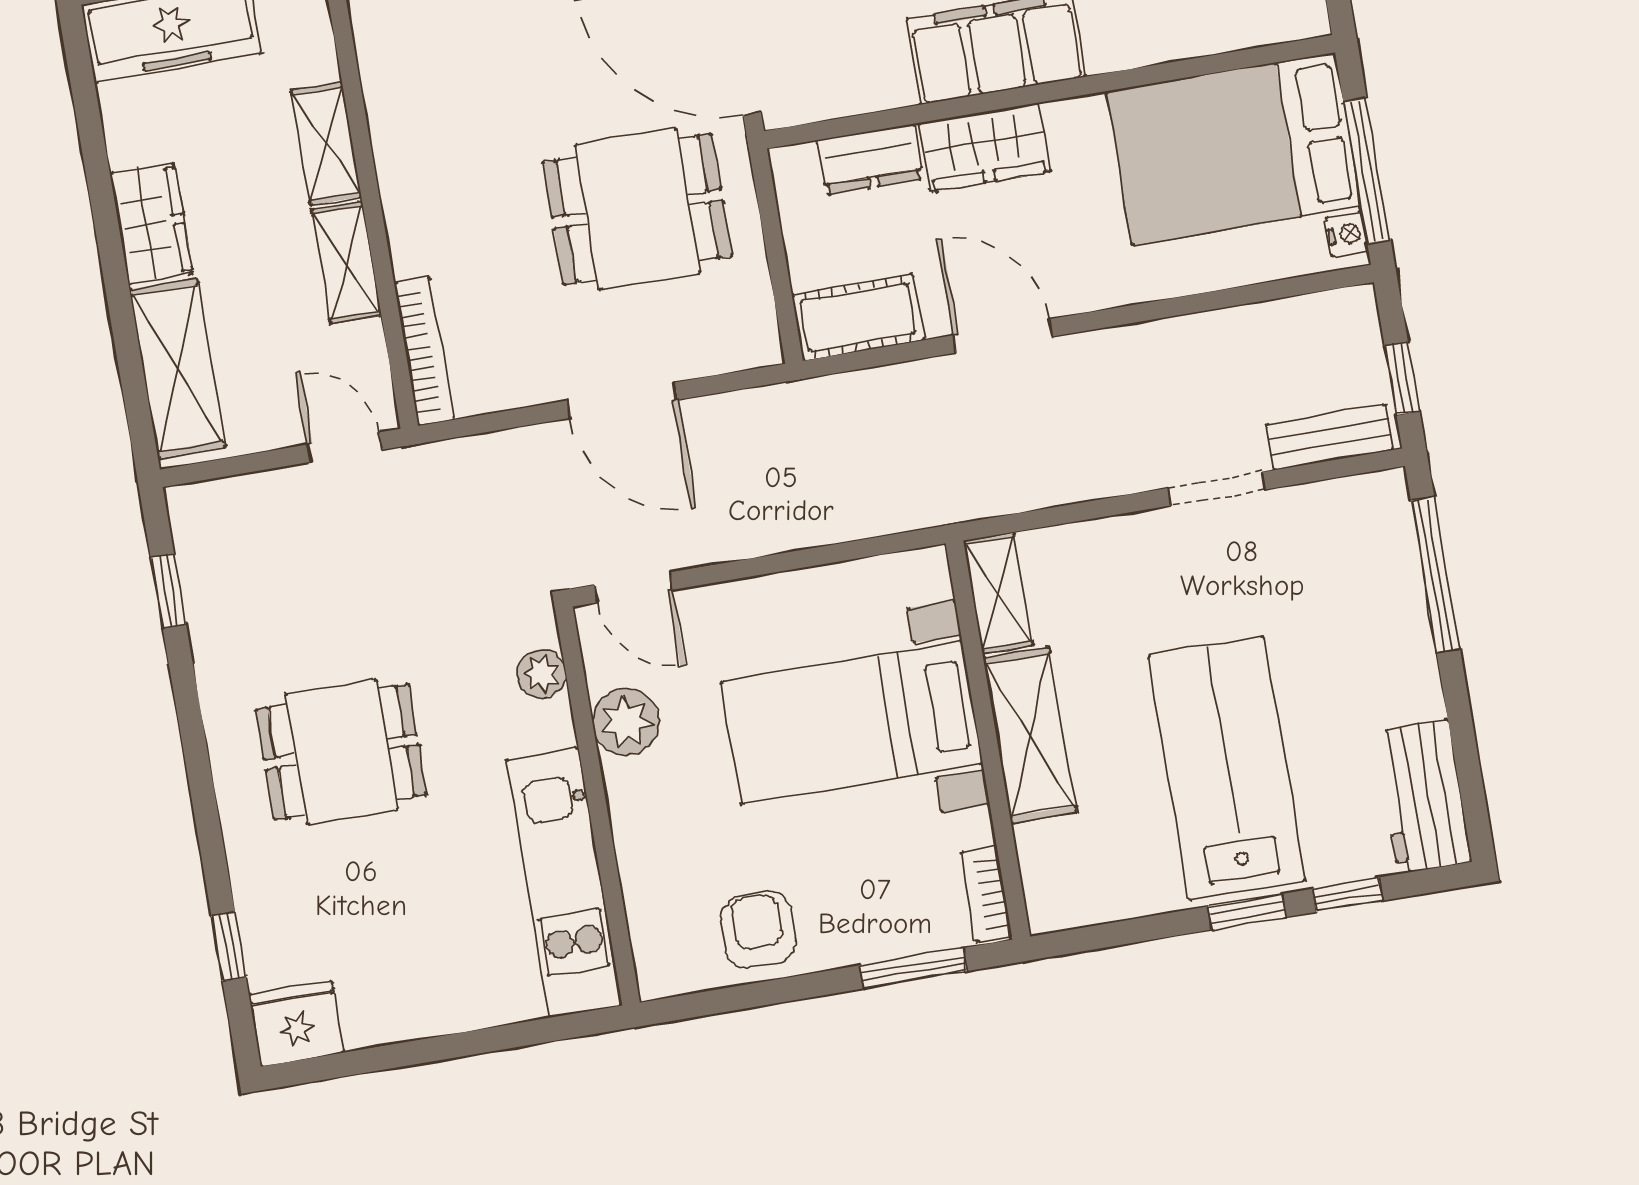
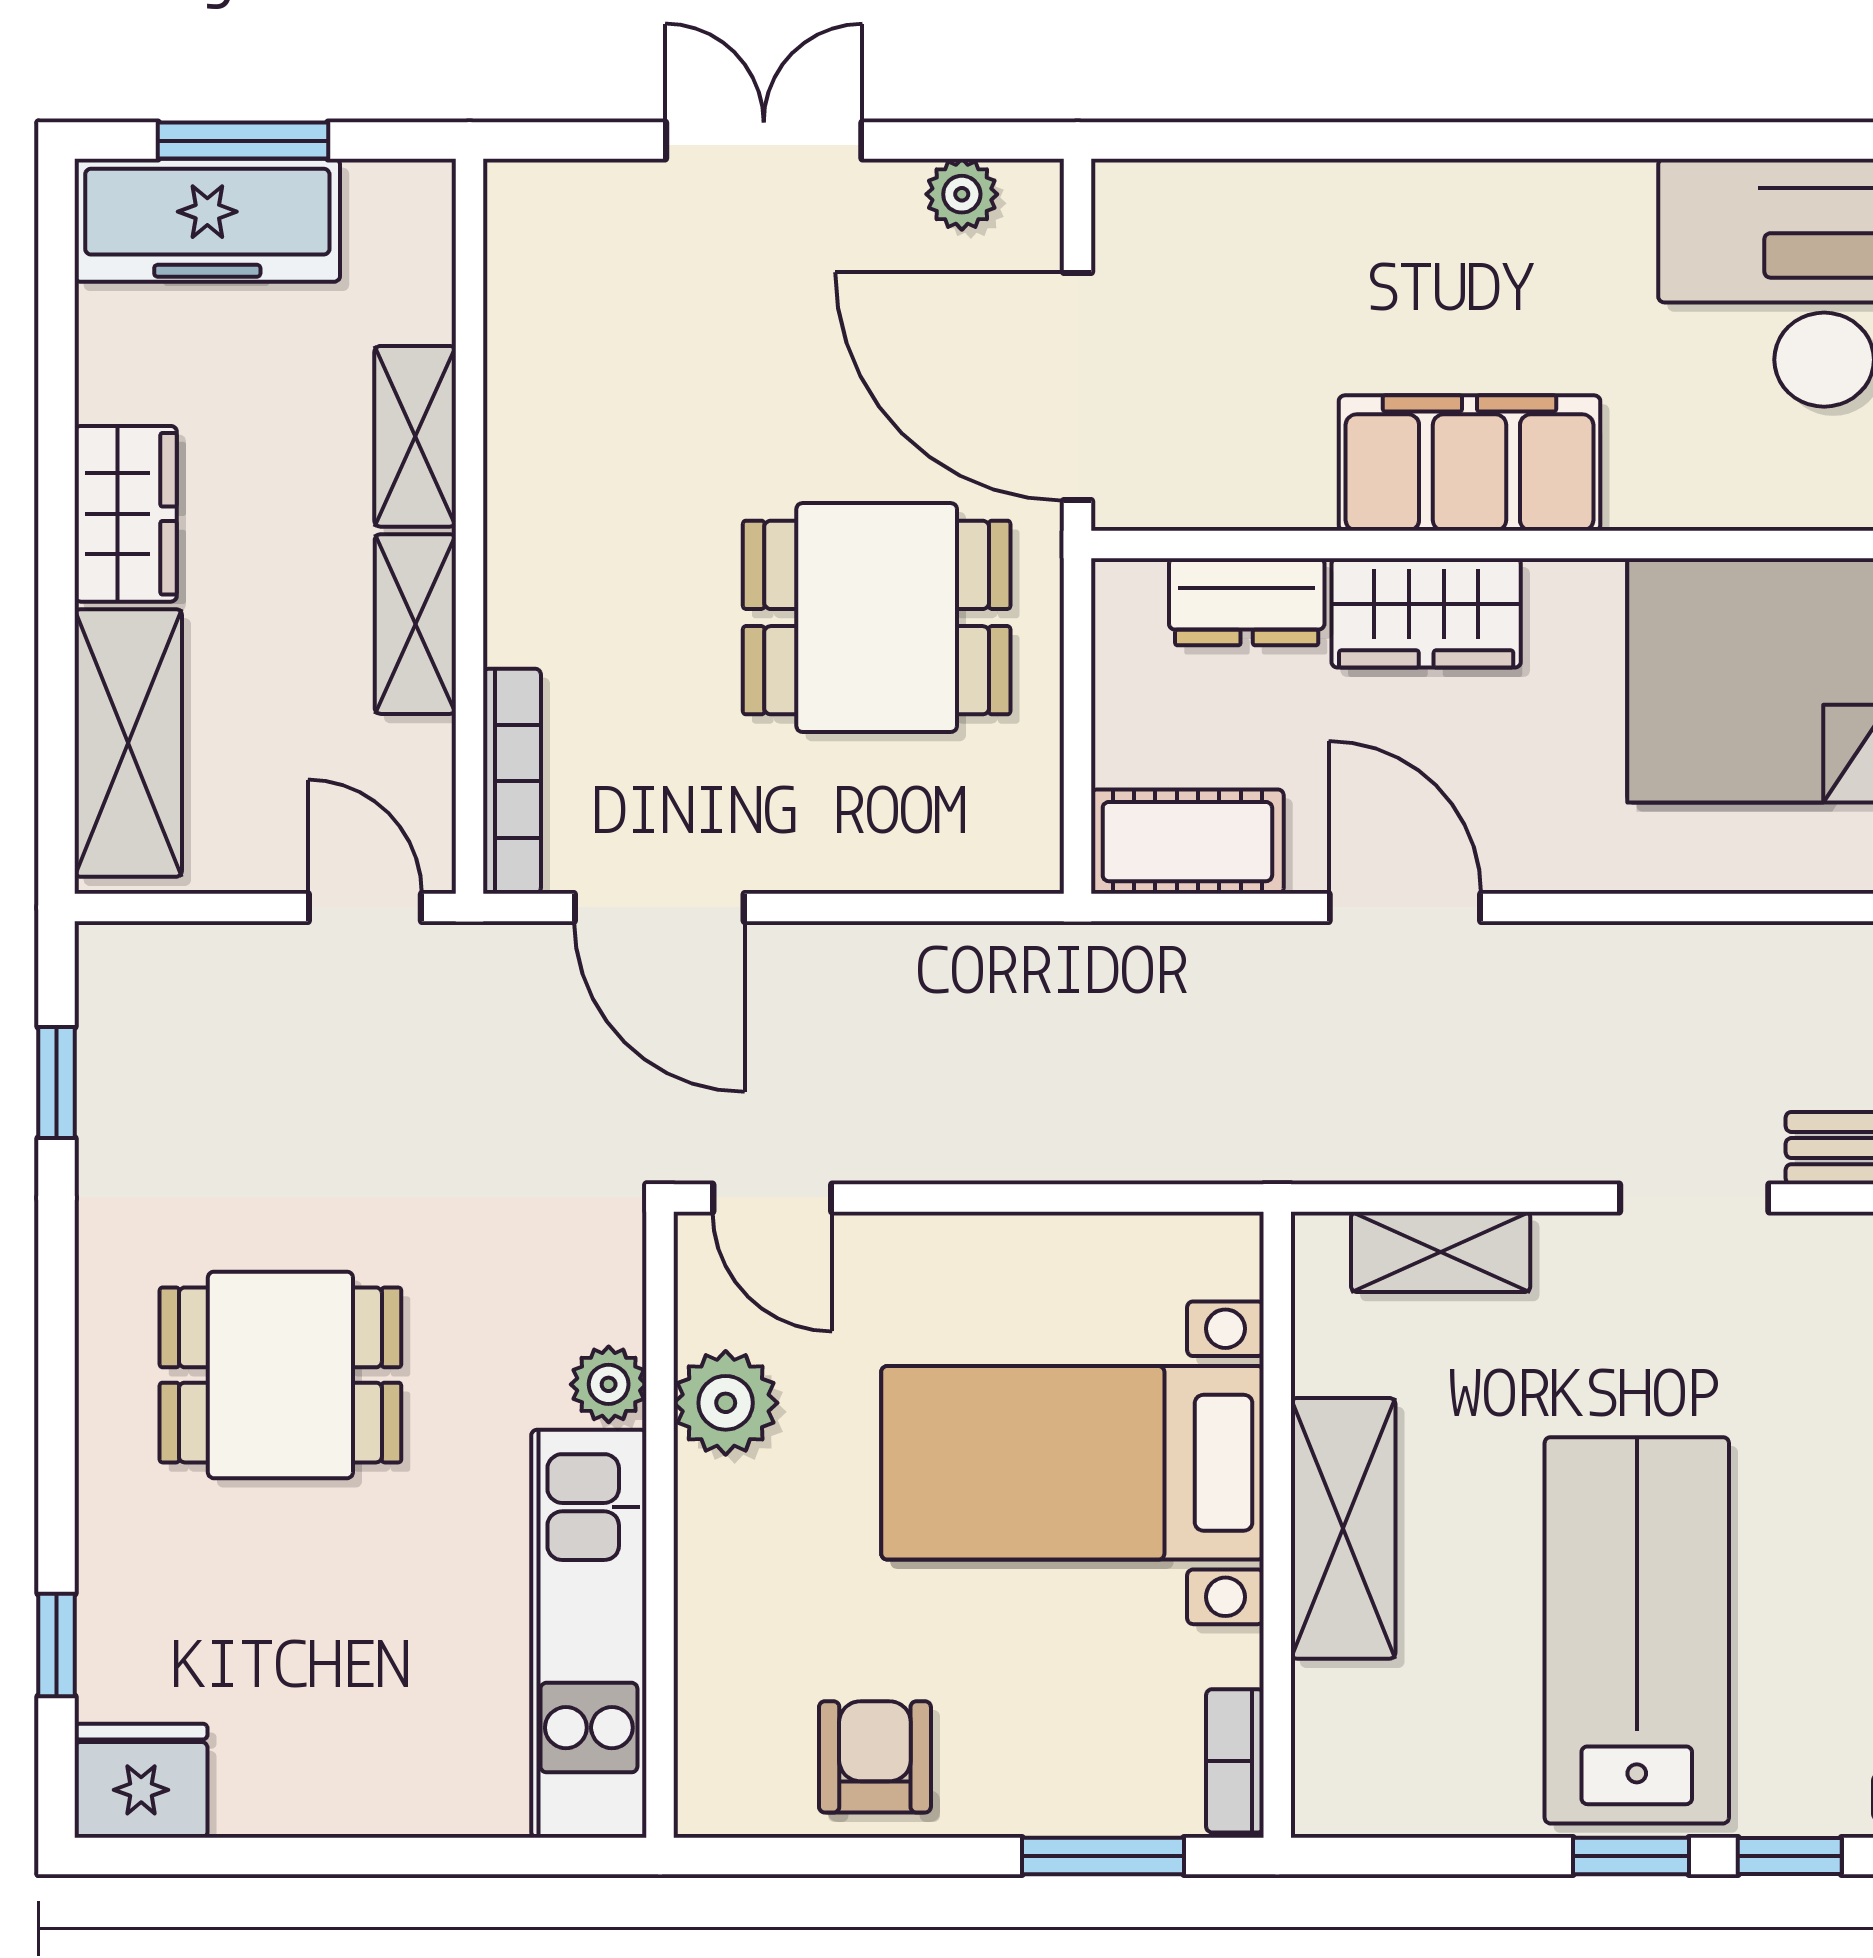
door: (622, 400) -> (659, 907), moved
shelving: (998, 593) -> (1441, 1252), moved, turned 90
plant: (542, 674) -> (609, 1384), moved

